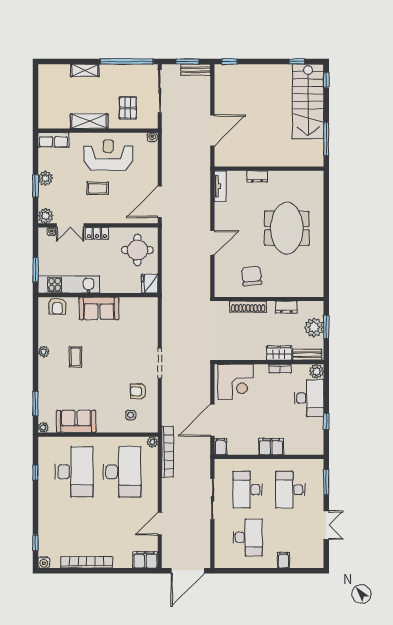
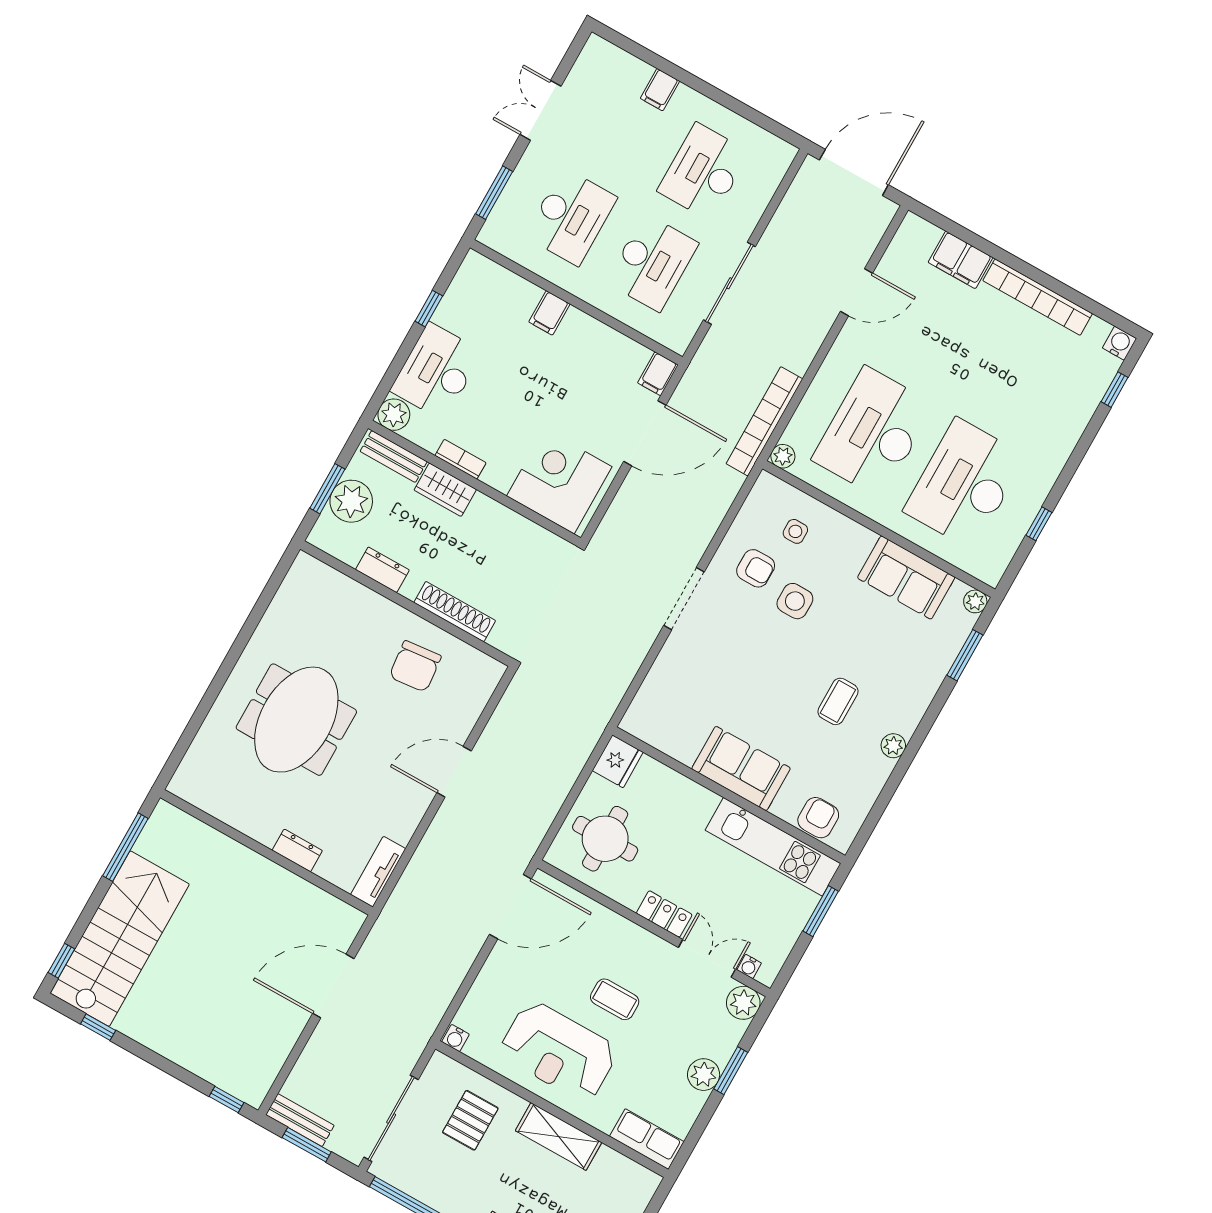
side table: (115, 387) -> (795, 601), added
filing cabinet: (271, 447) -> (549, 313), width x0.50
filing cabinet: (145, 560) -> (961, 260), moved

